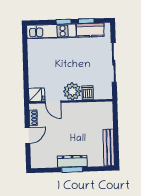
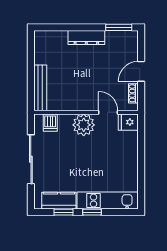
dishwasher: (88, 93) -> (50, 123), moved
bench: (109, 148) -> (40, 88), moved
window: (72, 169) -> (119, 27), moved

